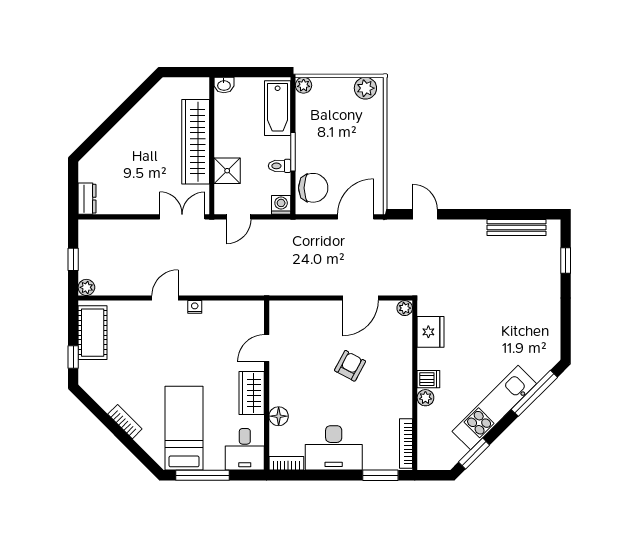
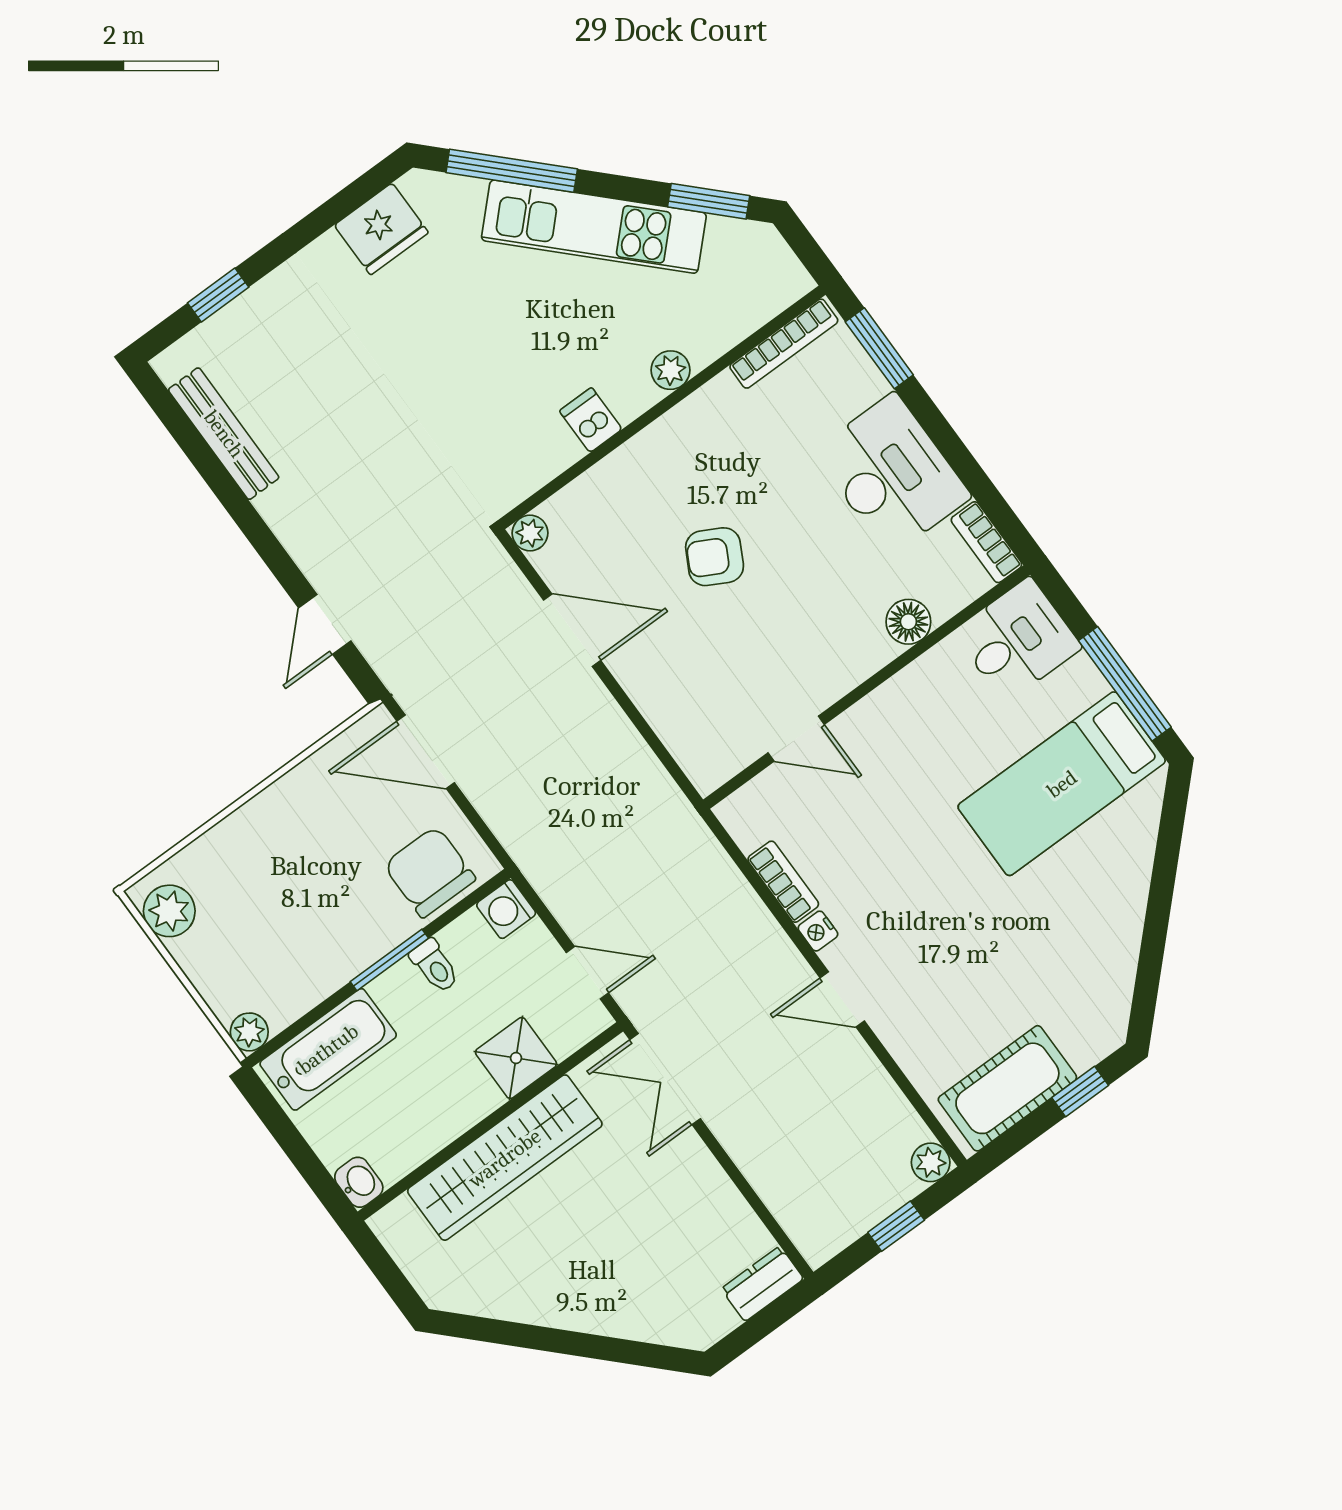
fridge: (431, 332) -> (381, 229), moved, turned 180
dishwasher: (428, 379) -> (591, 420), moved
wardrobe: (252, 393) -> (902, 705), removed
bookcase: (125, 422) -> (783, 882), moved, turned 135

